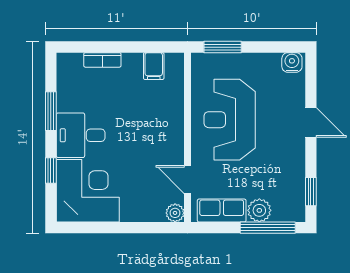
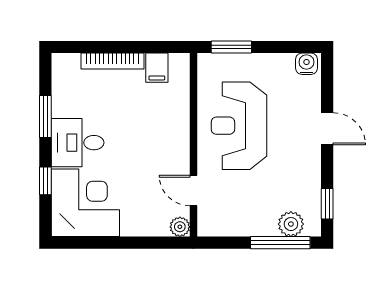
bookcase: (102, 60) -> (112, 61), width x1.56
plant: (259, 210) -> (291, 224), moved
row of seats: (222, 211) -> (230, 224), removed

